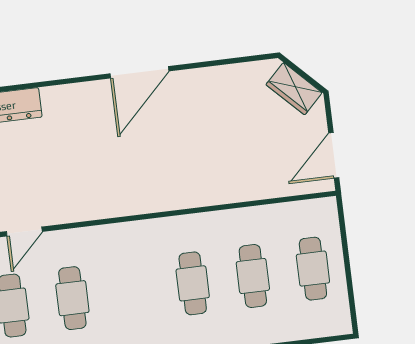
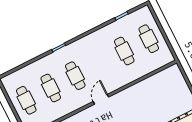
door: (24, 232) -> (101, 99), moved

